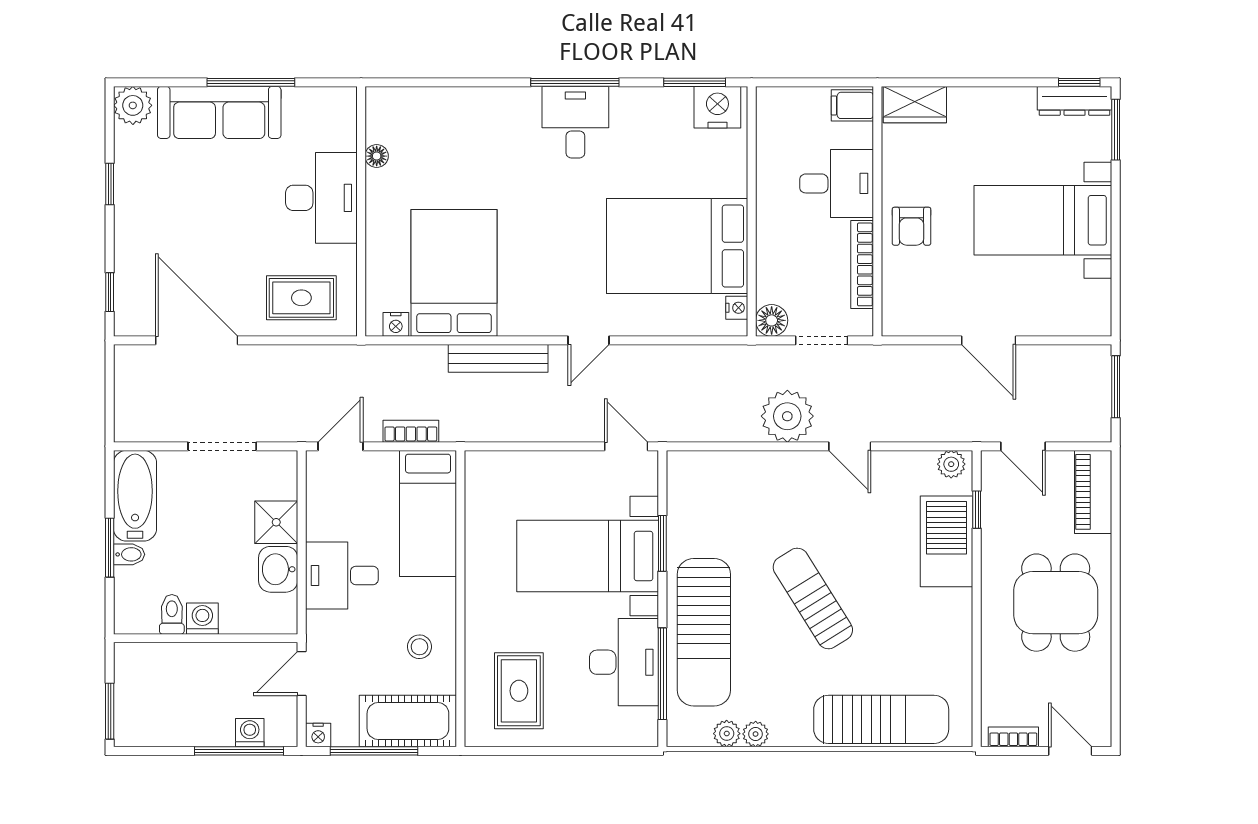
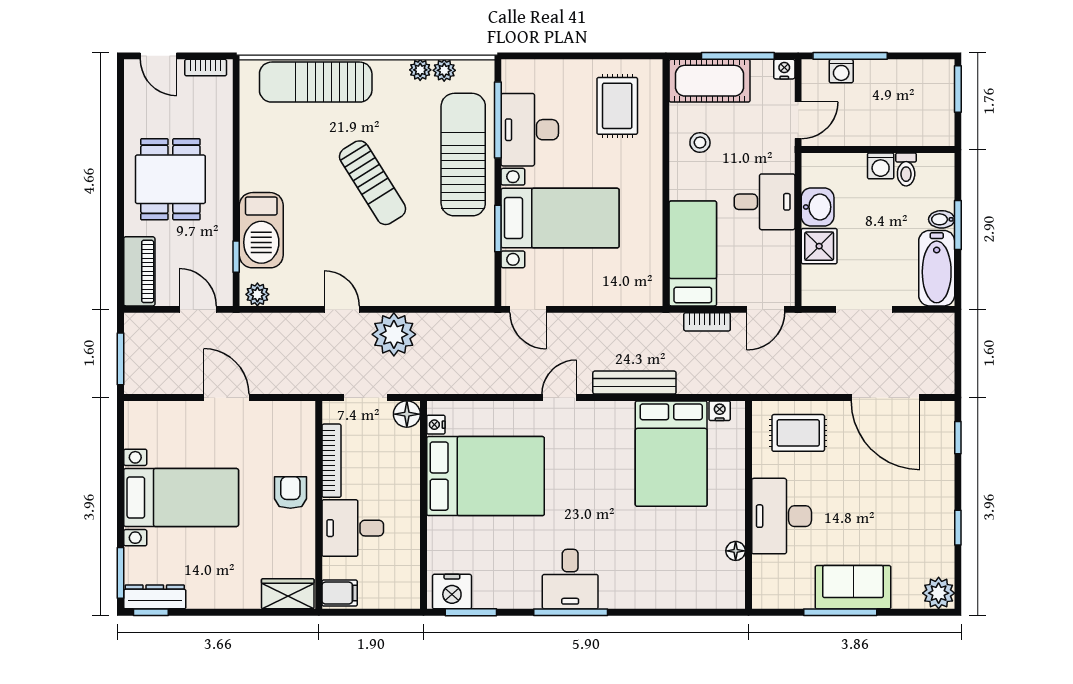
sofa: (219, 112) -> (853, 587), width x0.73

